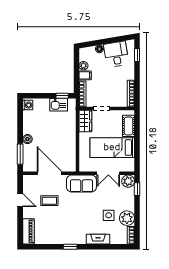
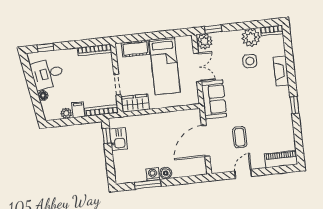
washing machine: (28, 105) -> (153, 174), moved
window: (20, 154) -> (148, 184), moved

